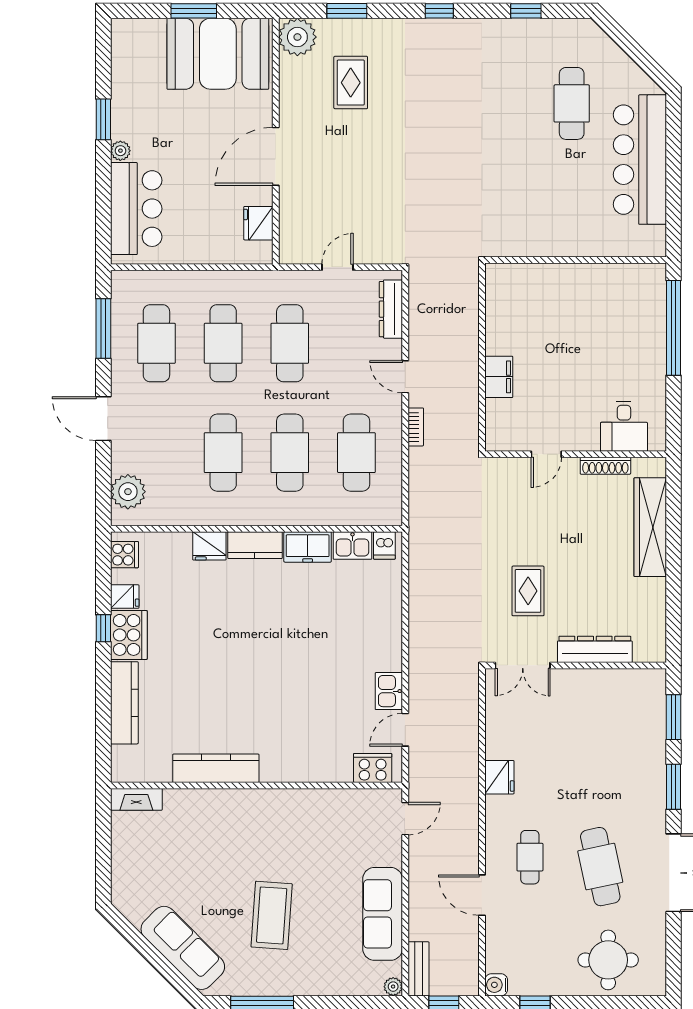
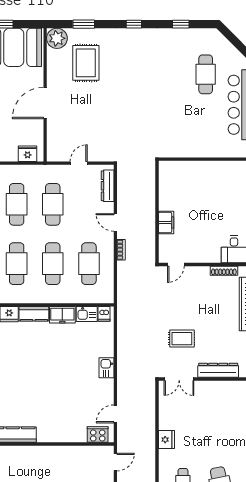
rug: (351, 83) -> (86, 63), width x1.36, depth x1.43
fridge: (258, 223) -> (28, 154), moved, turned 90
door: (546, 454) -> (176, 265), moved
rug: (528, 591) -> (182, 339), turned 90
kitchen sink: (389, 691) -> (106, 368), moved

